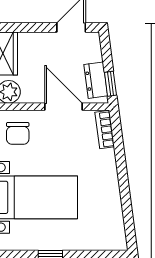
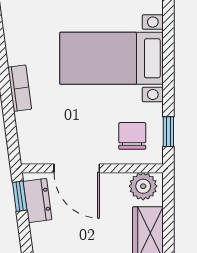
bookcase: (105, 130) -> (20, 88), moved

